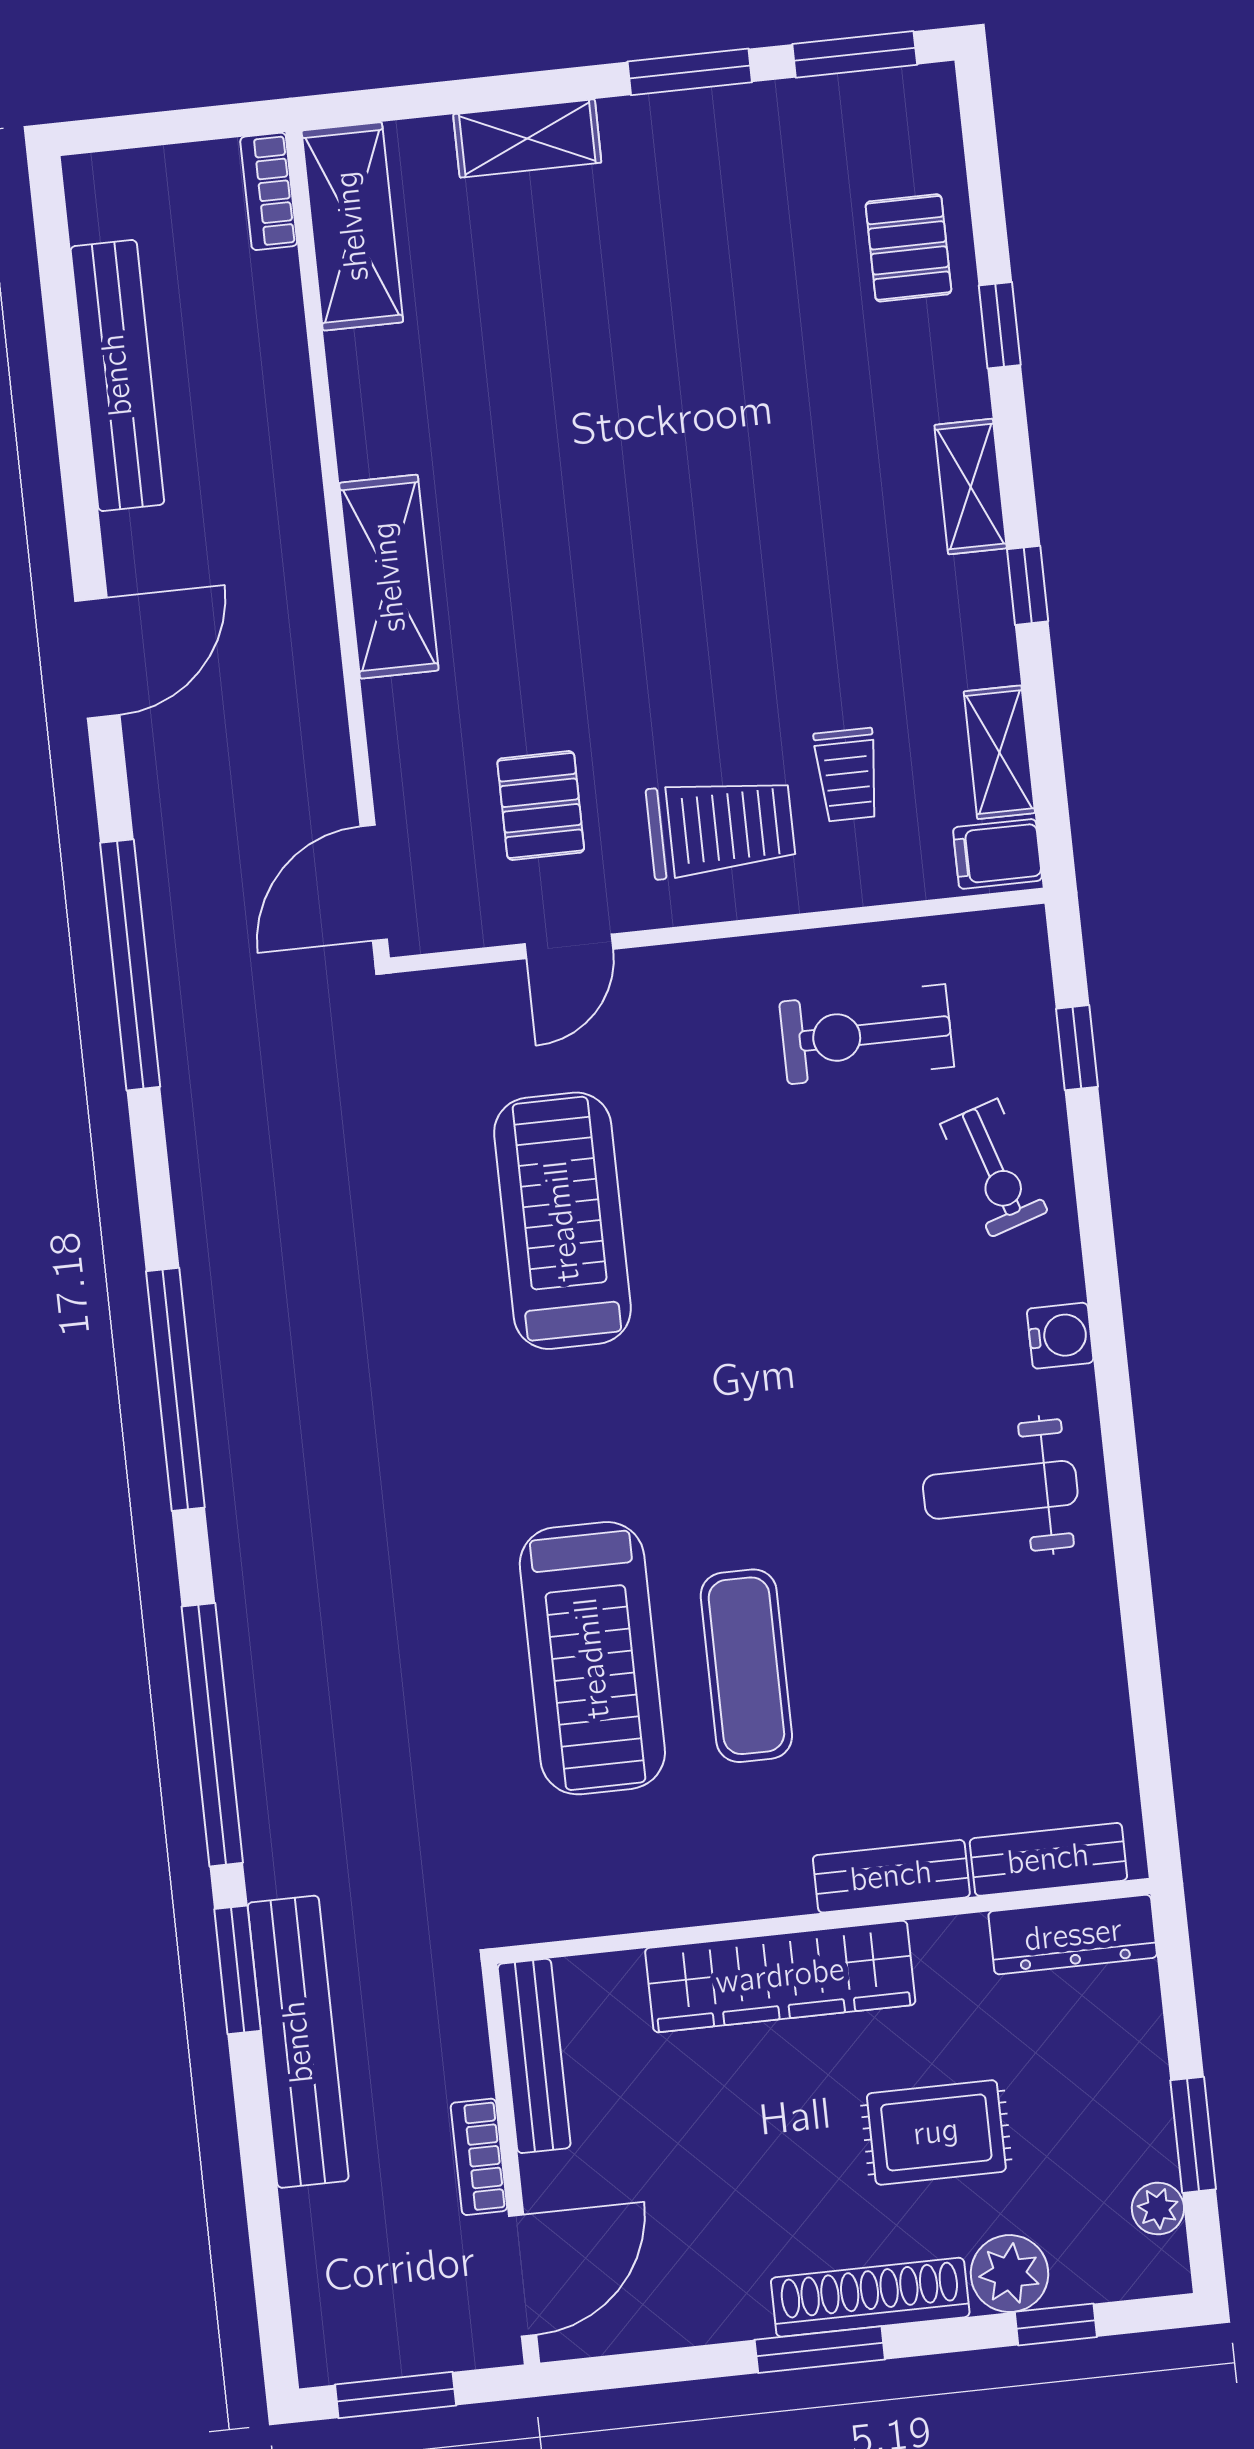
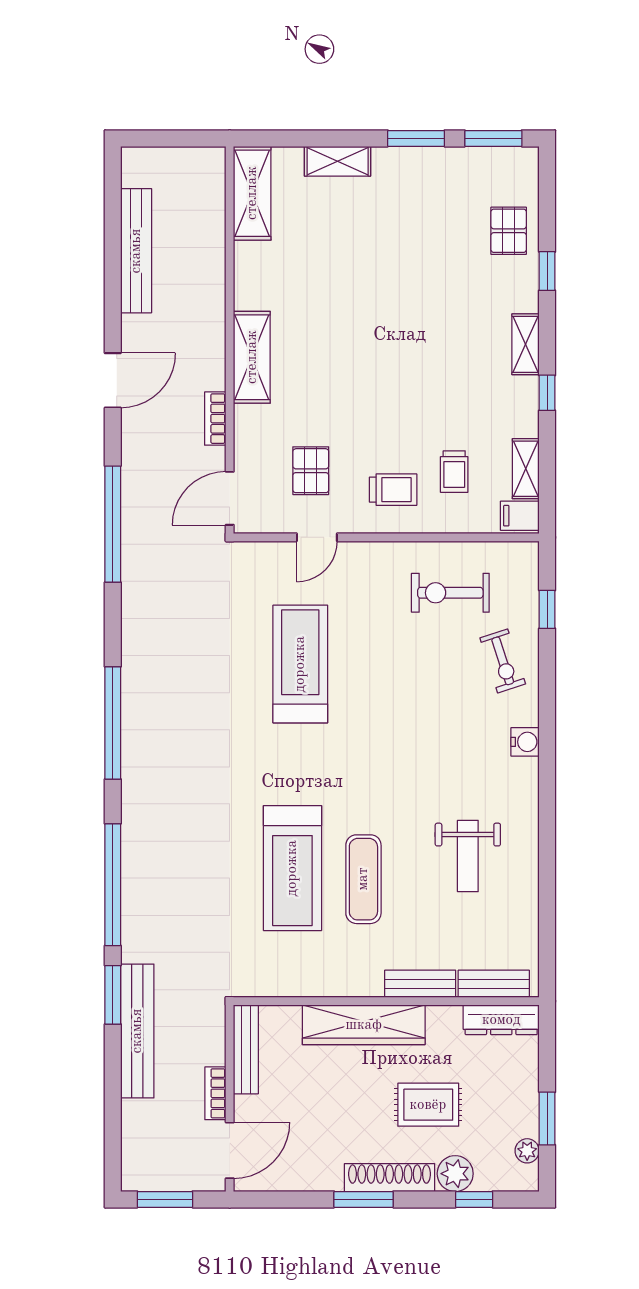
bookcase: (269, 191) -> (215, 419), moved
trolley: (721, 827) -> (393, 490), width x0.73, depth x0.72
weight bench: (1000, 1490) -> (468, 856), moved, turned -90

